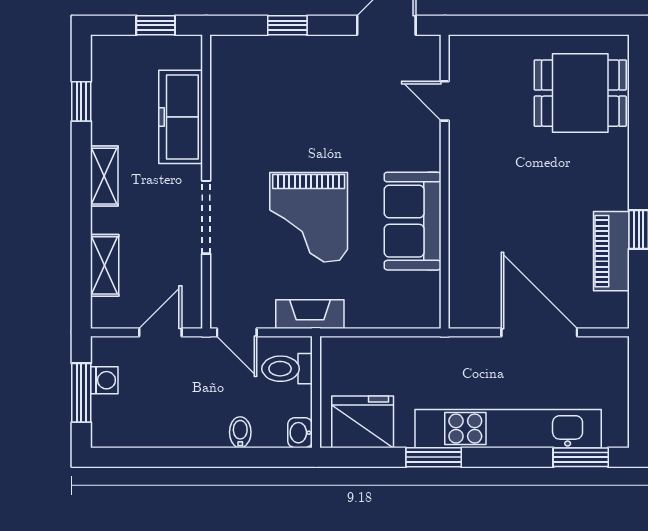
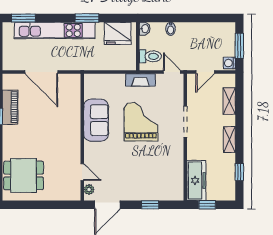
plant: (429, 61) -> (89, 190), added
freezer: (181, 117) -> (196, 180), moved
washing machine: (104, 380) -> (229, 63), moved

